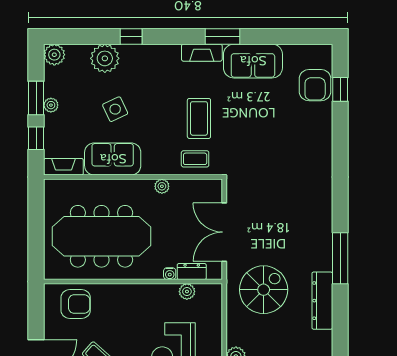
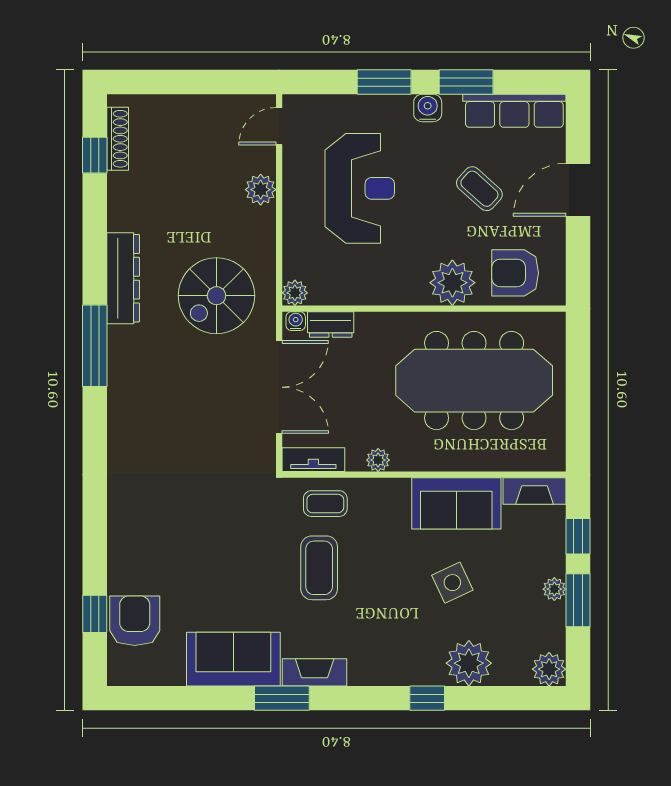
tv unit: (203, 186) -> (313, 460), added
water cooler: (170, 274) -> (296, 321), moved
plant: (187, 292) -> (295, 293), moved
plant: (115, 298) -> (452, 283), added

